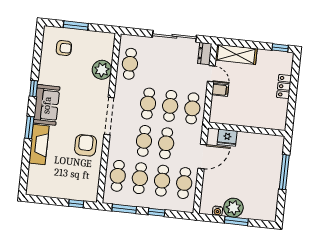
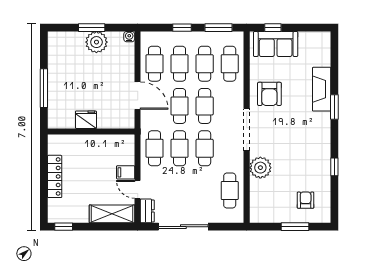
armchair: (64, 48) -> (306, 200), turned 90
plant: (102, 70) -> (260, 168), moved
locker: (284, 86) -> (55, 176), width x1.53
window: (34, 89) -> (334, 167), moved
sofa: (47, 105) -> (276, 44), moved, turned -90
fridge: (227, 138) -> (86, 120), moved
door: (202, 156) -> (138, 96), swing flipped
water cooler: (218, 211) -> (129, 37), moved

